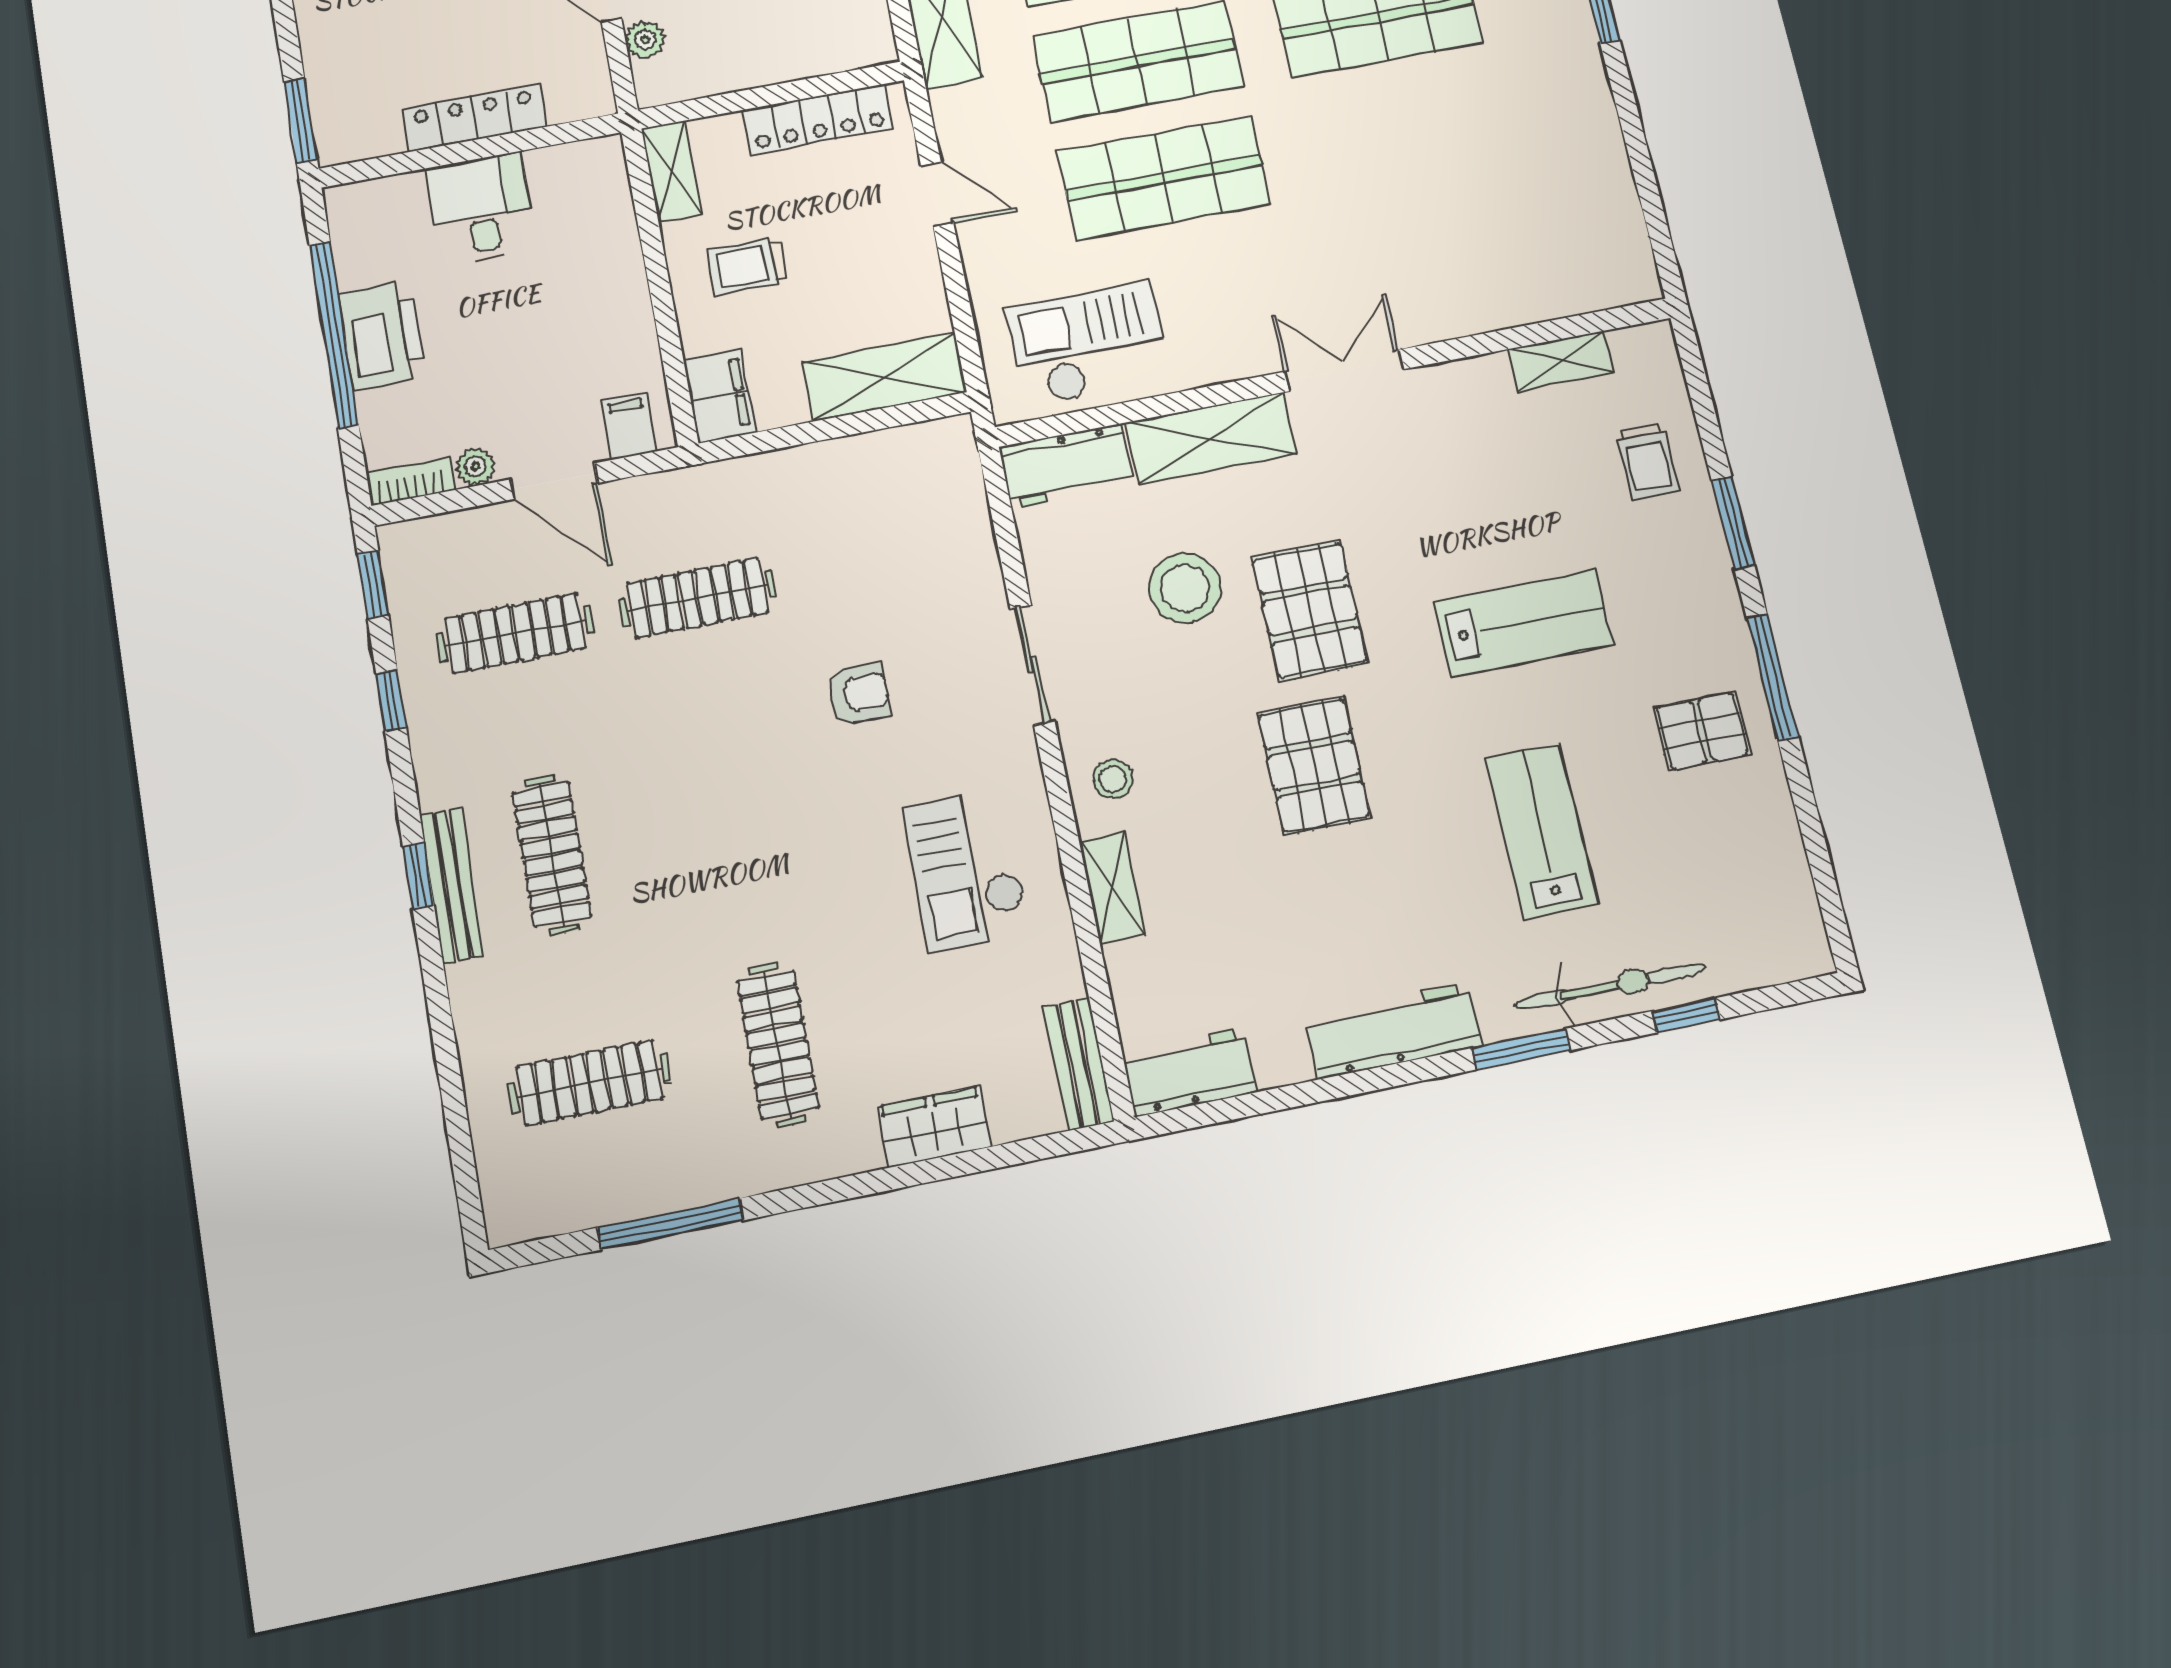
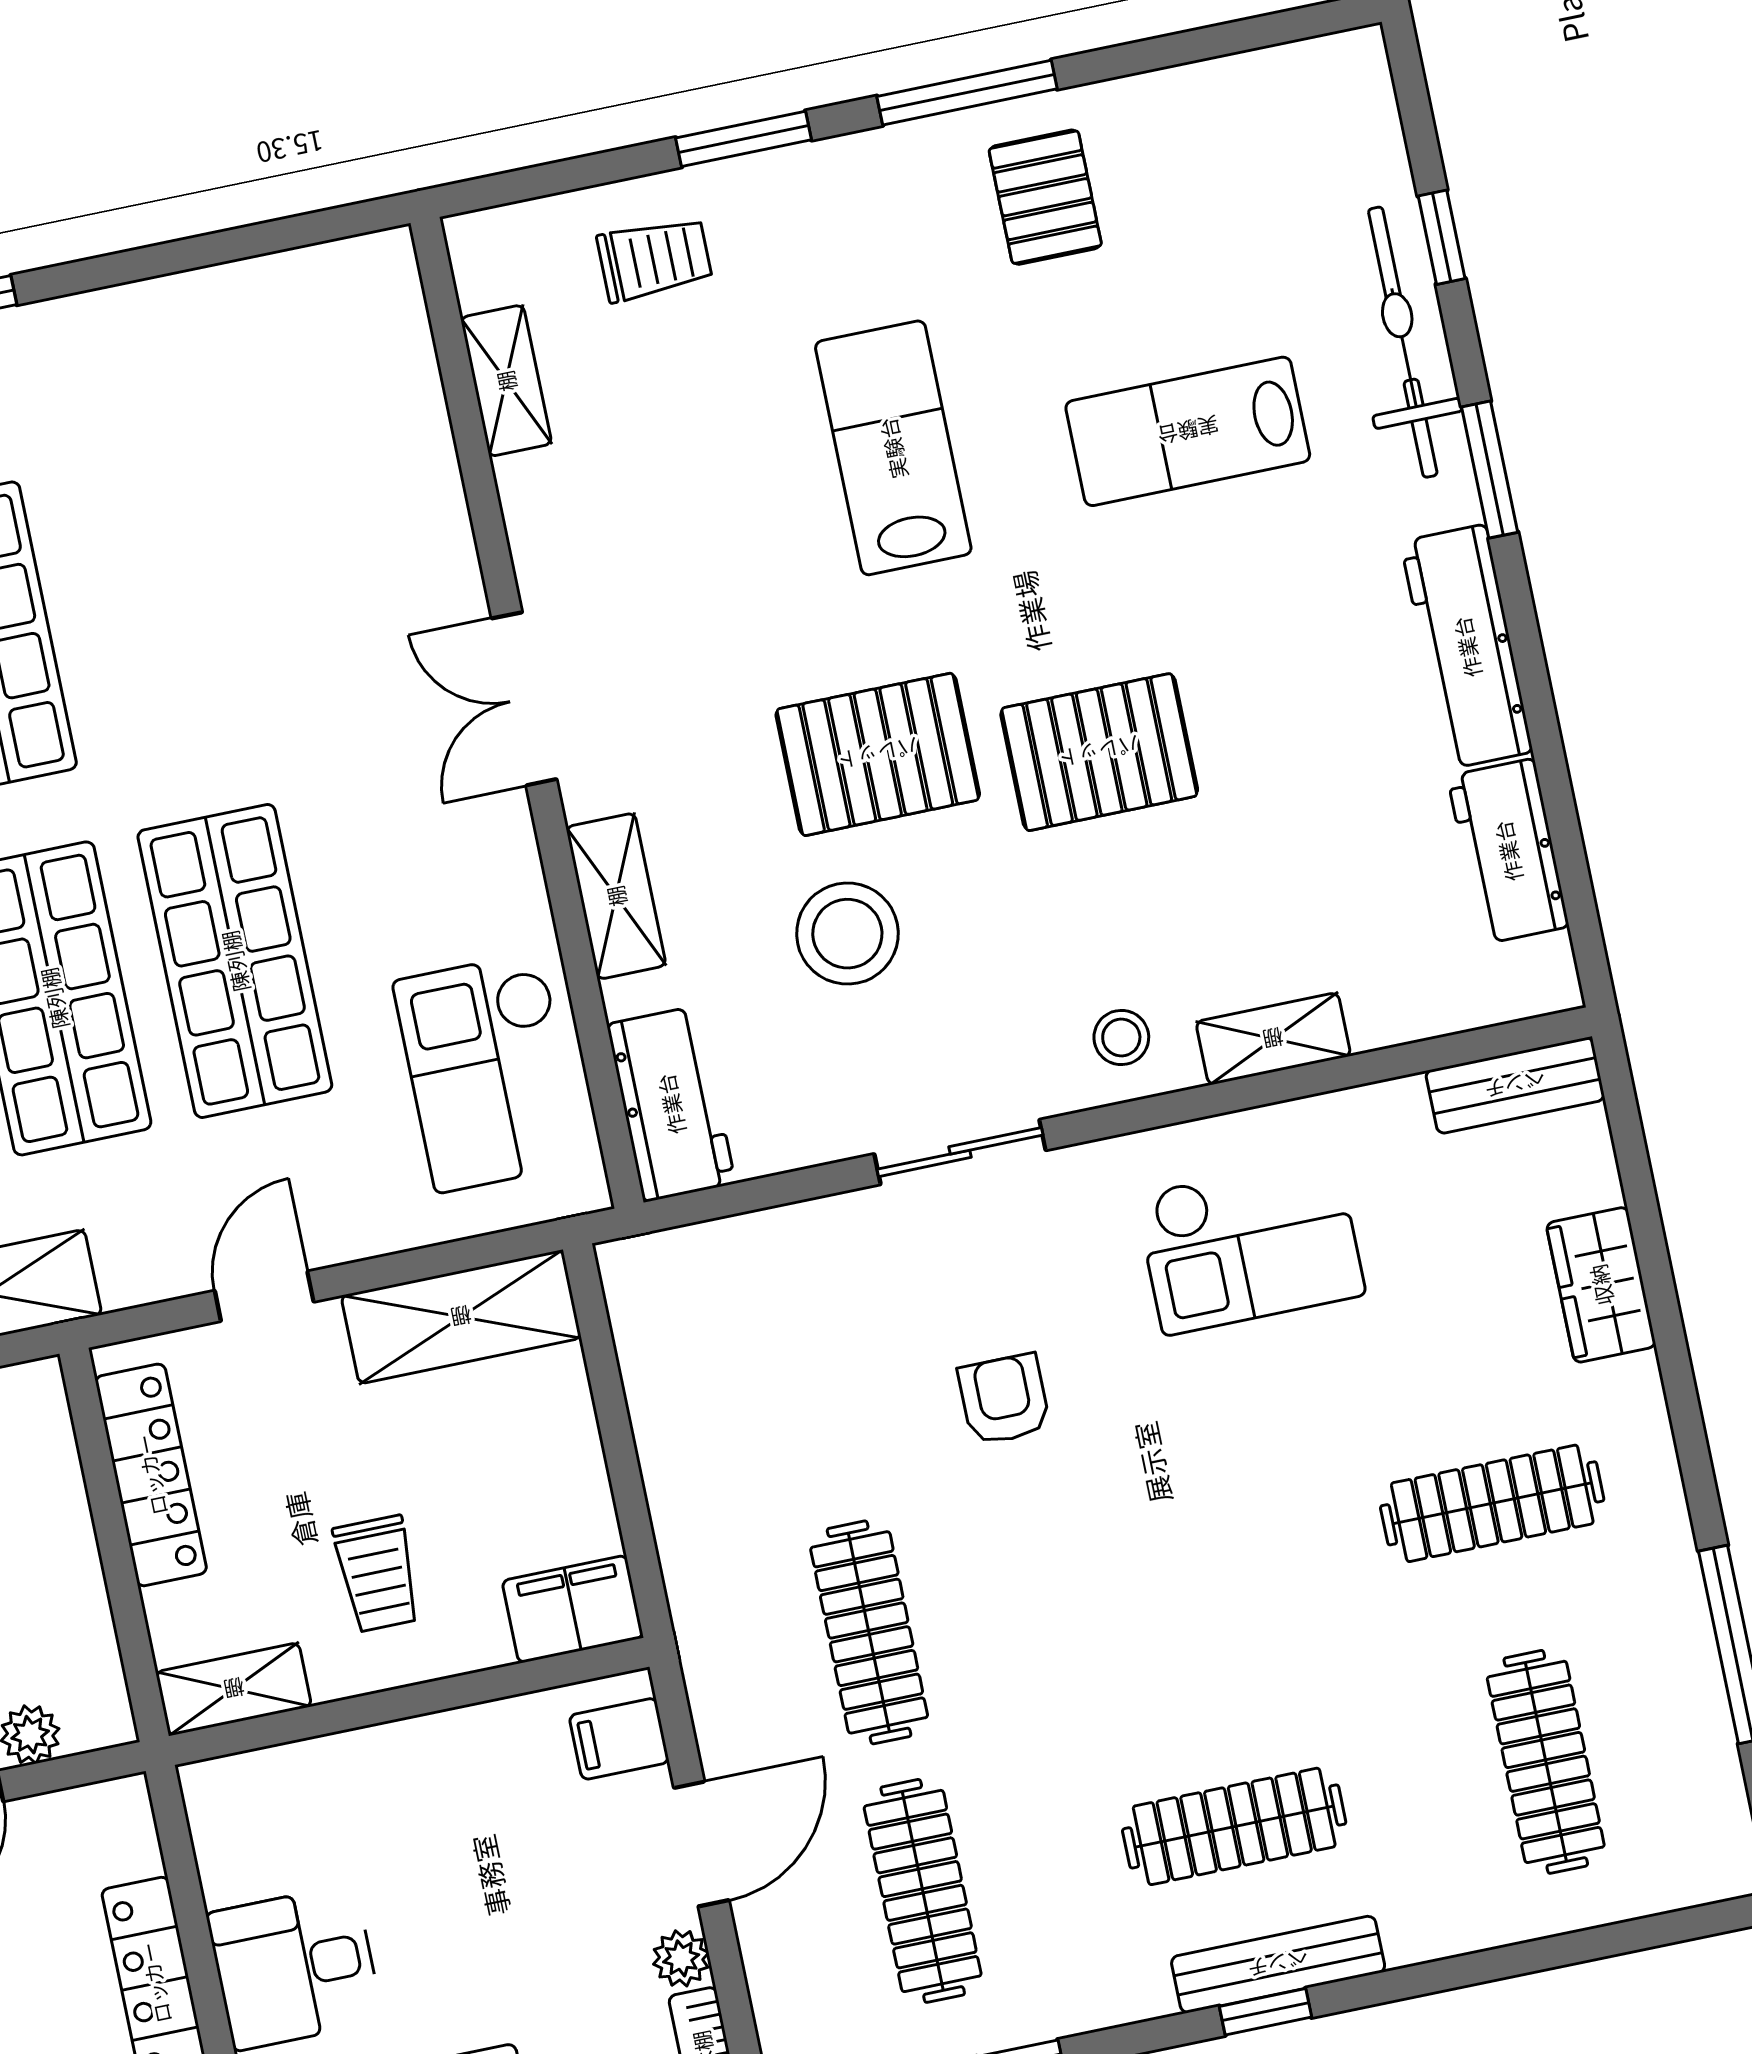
shelving: (885, 377) -> (461, 1317), moved, turned 90
shelving: (1211, 438) -> (616, 896), width x0.67, depth x0.75
workbench: (1189, 1072) -> (1508, 851), moved

